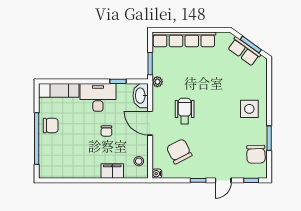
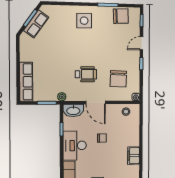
row of seats: (184, 39) -> (26, 82), width x0.73
wheelchair: (185, 111) -> (86, 74), turned 180
door: (150, 123) -> (96, 103), hinge flipped
chair: (179, 151) -> (118, 79), turned -61
filing cabinet: (112, 171) -> (134, 156), moved
door: (223, 180) -> (141, 43), swing flipped

